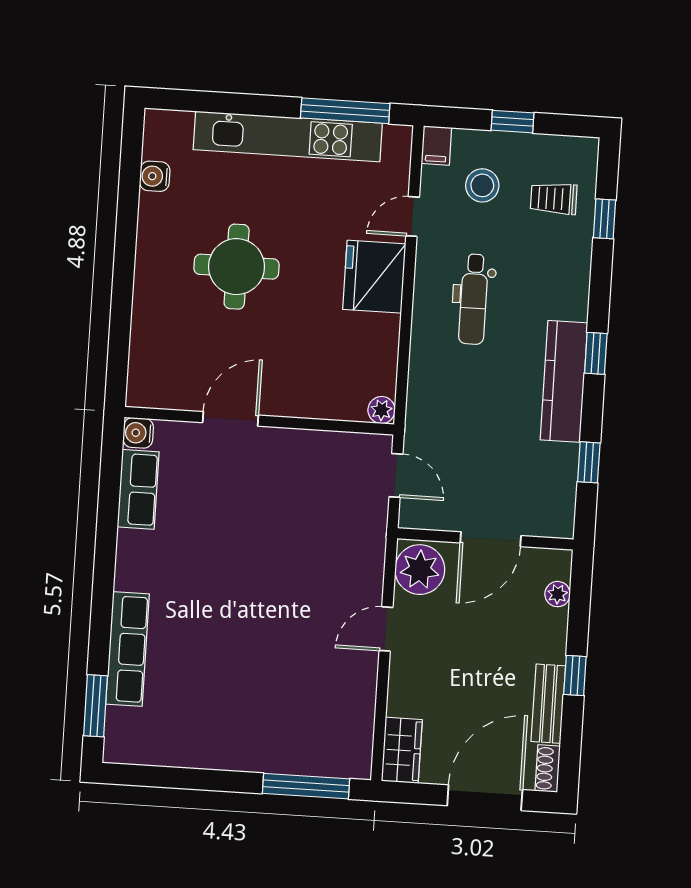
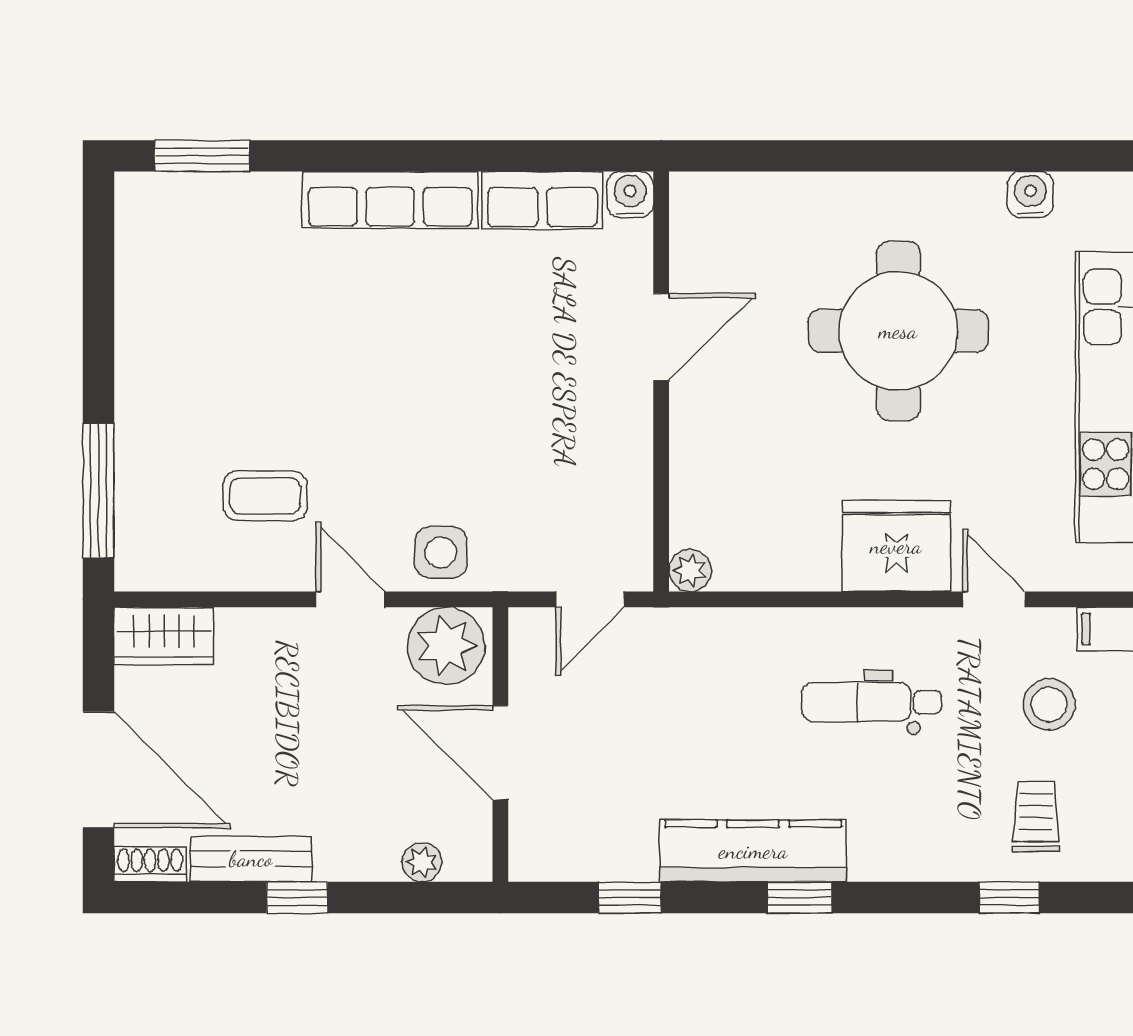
round table: (237, 267) -> (898, 331), width x1.36, depth x1.36
door: (231, 419) -> (661, 337), hinge flipped
side table: (360, 569) -> (441, 552), added
row of seats: (127, 649) -> (390, 200), moved
coffee table: (316, 679) -> (265, 496), added

